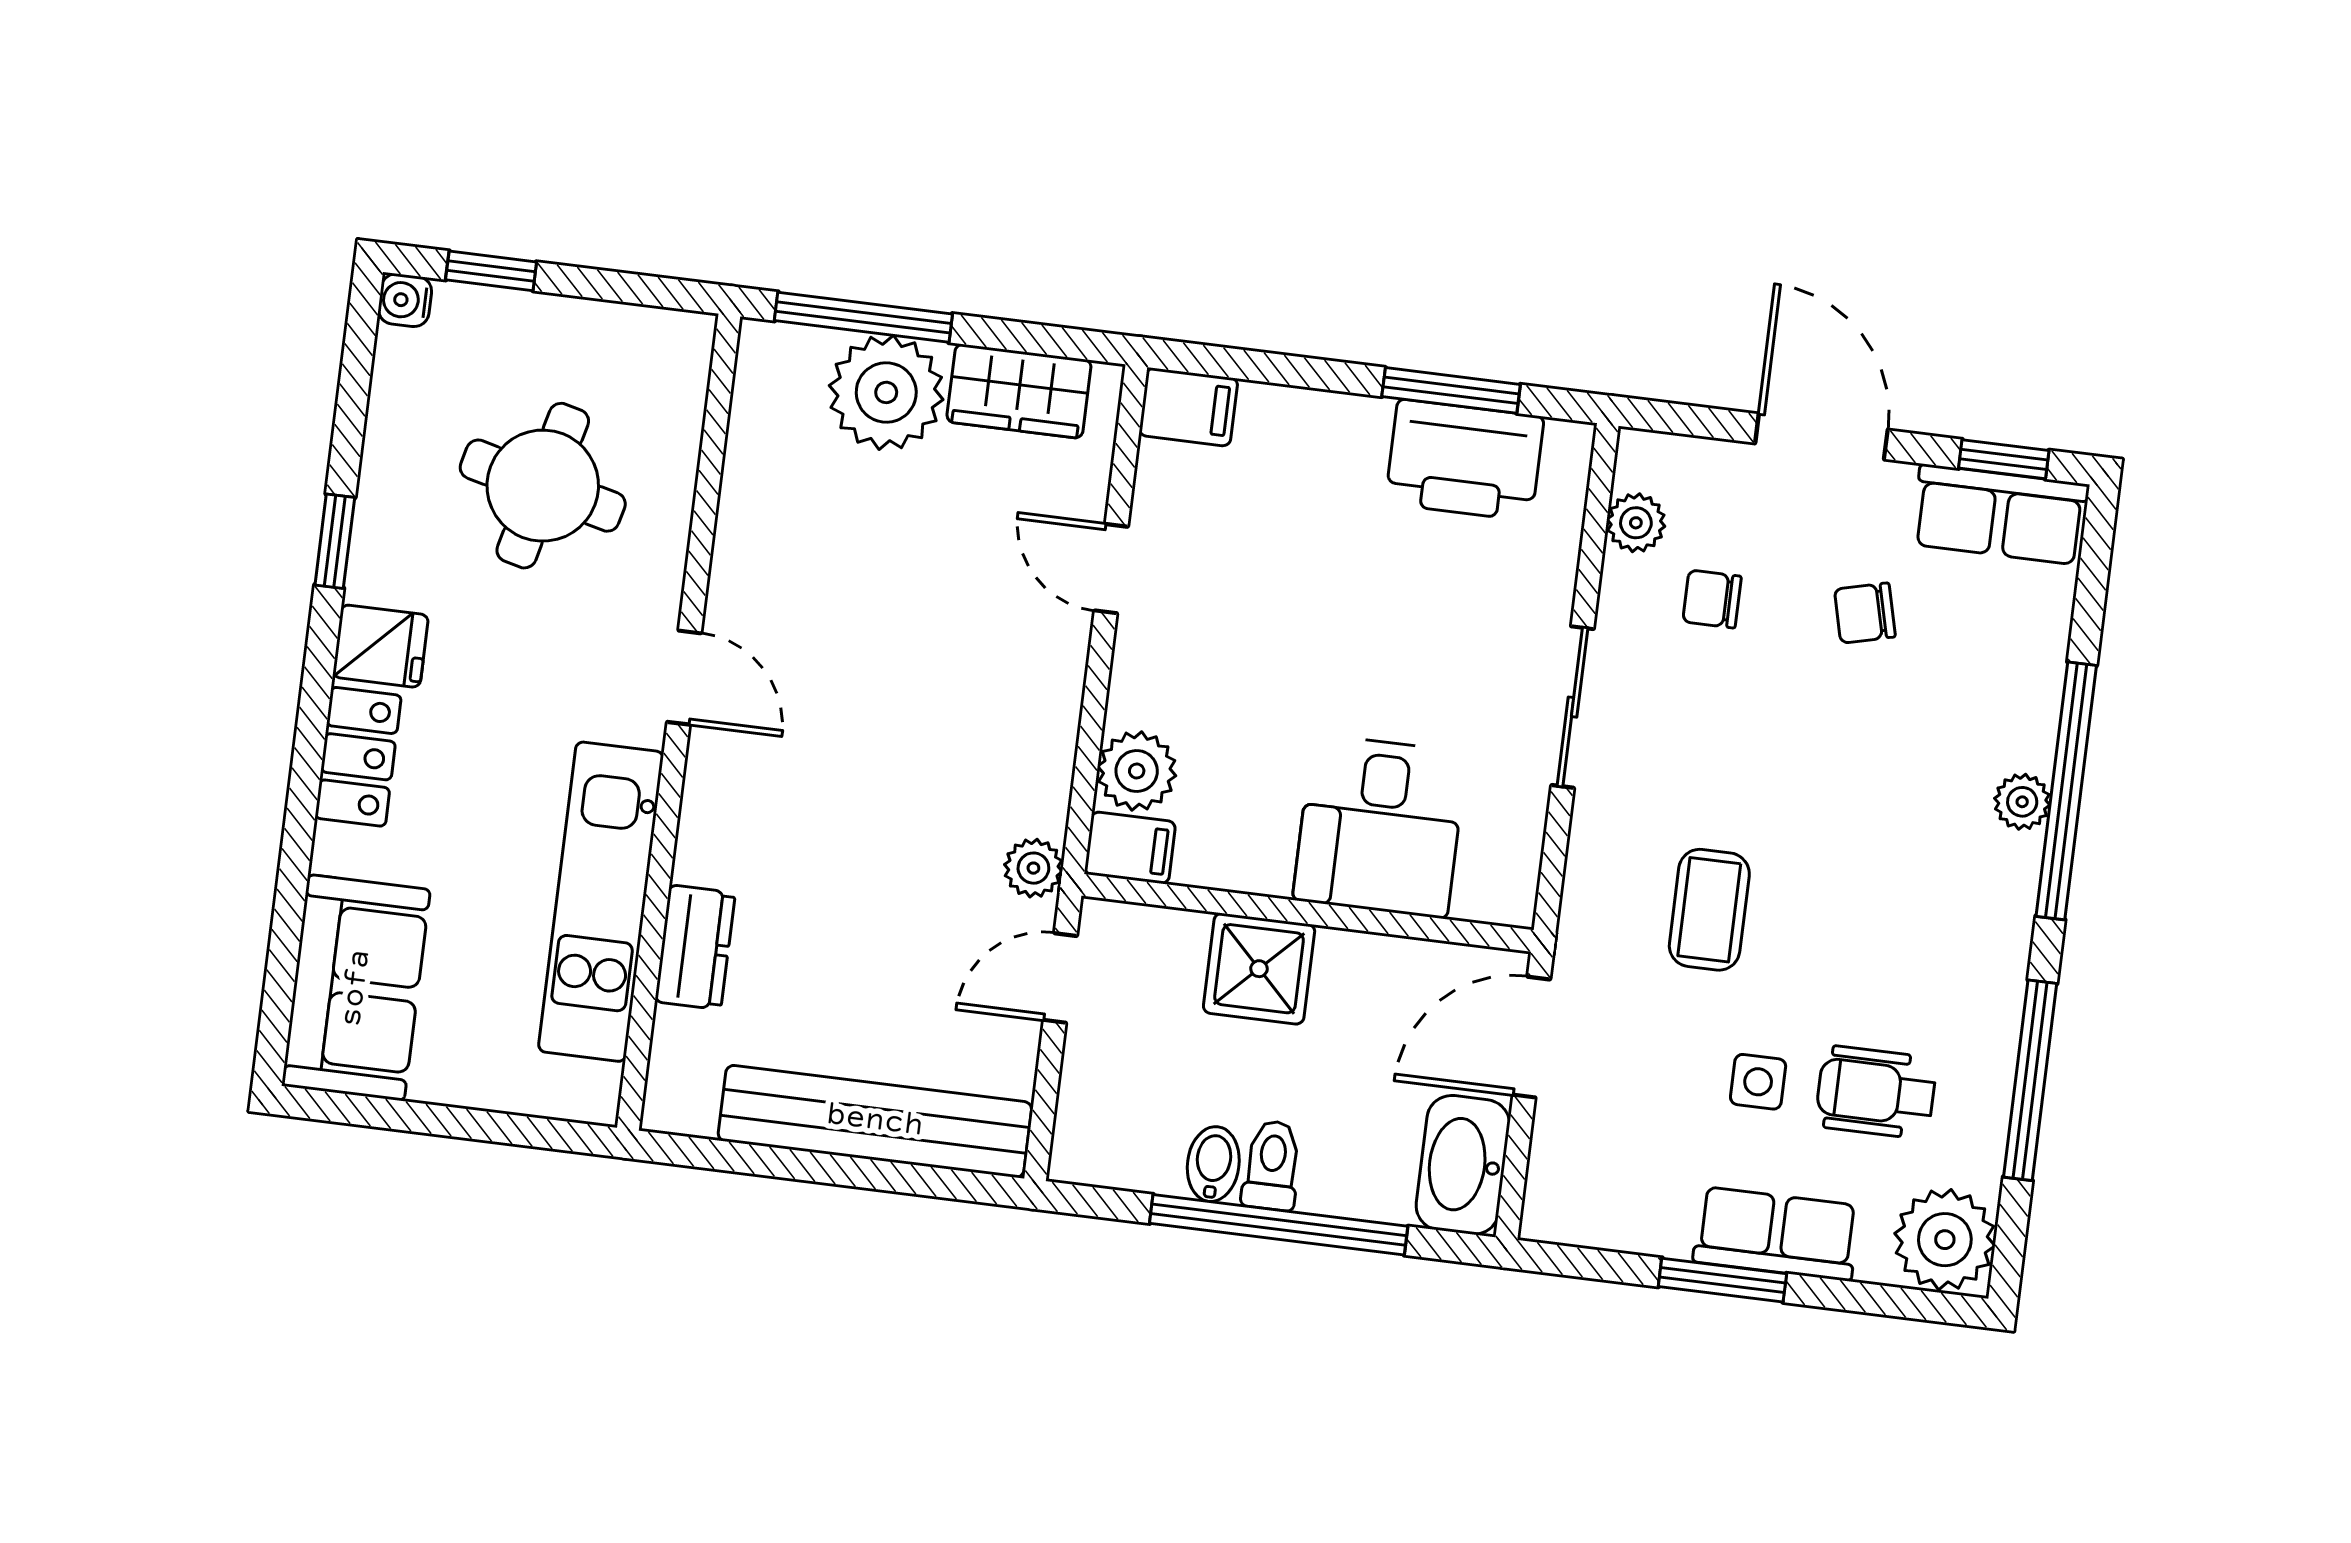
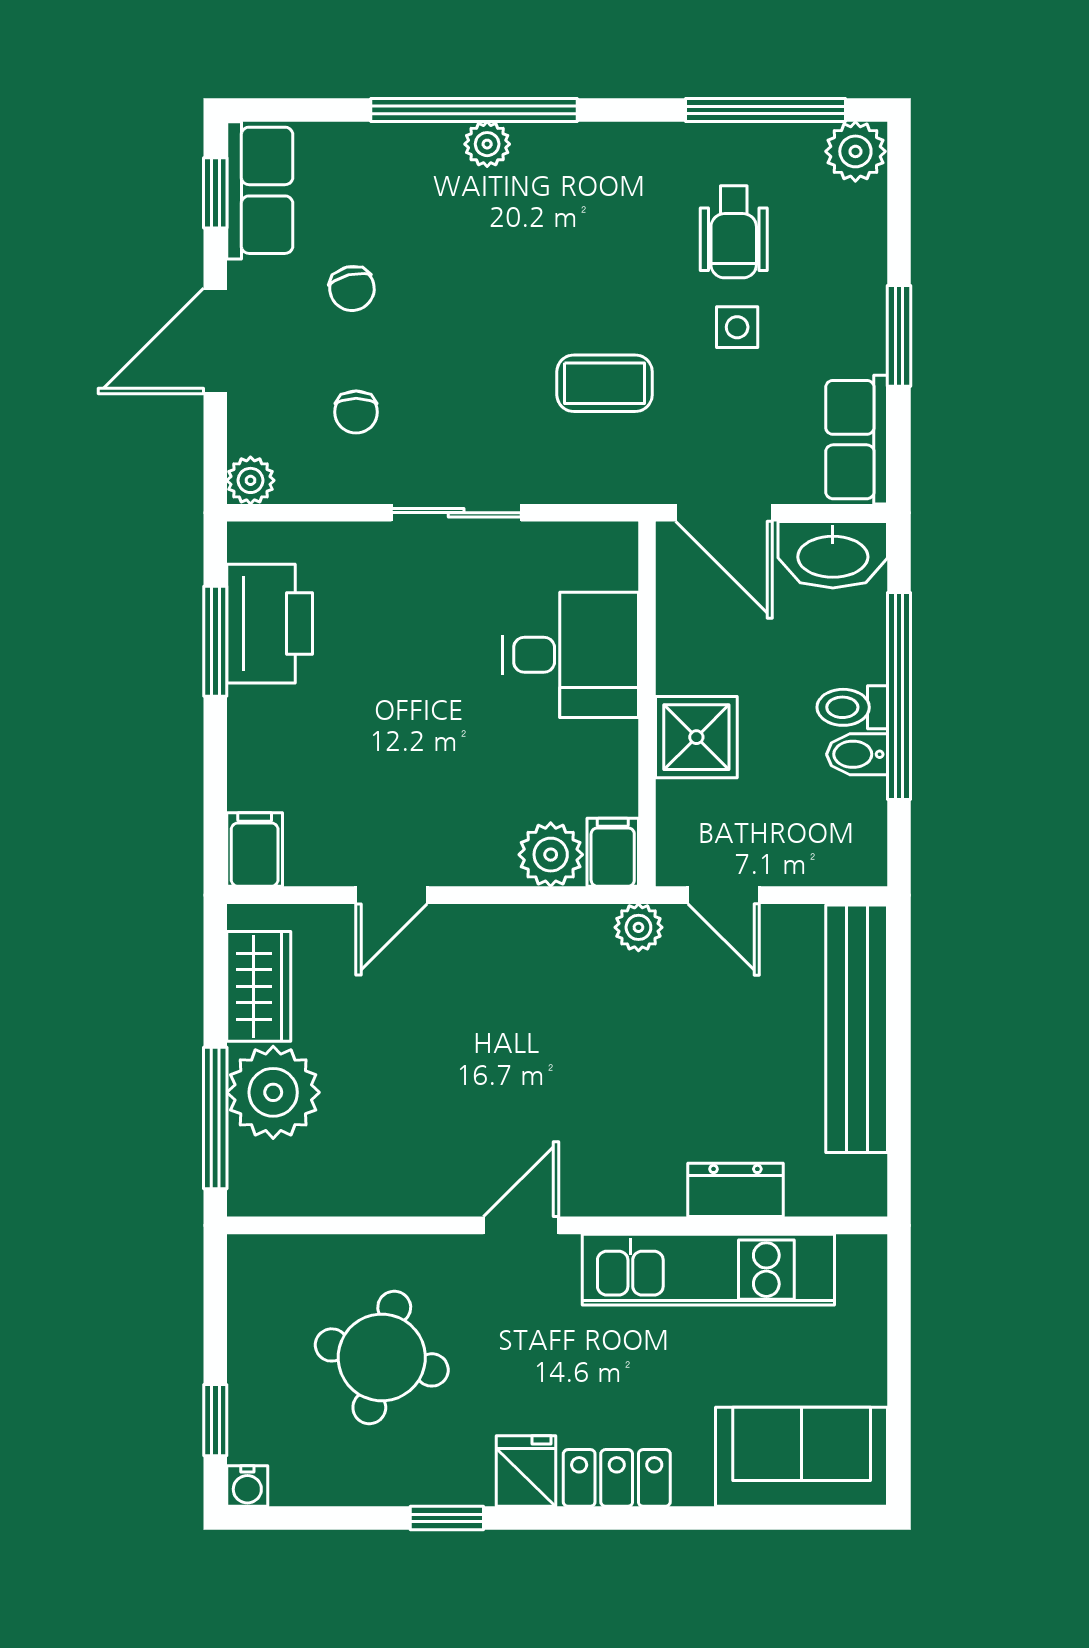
plant: (1636, 523) -> (250, 480), moved
window: (2030, 1080) -> (765, 110), moved
row of seats: (1776, 1234) -> (857, 440), moved
plant: (1945, 1240) -> (855, 151), width x0.73, depth x0.73

